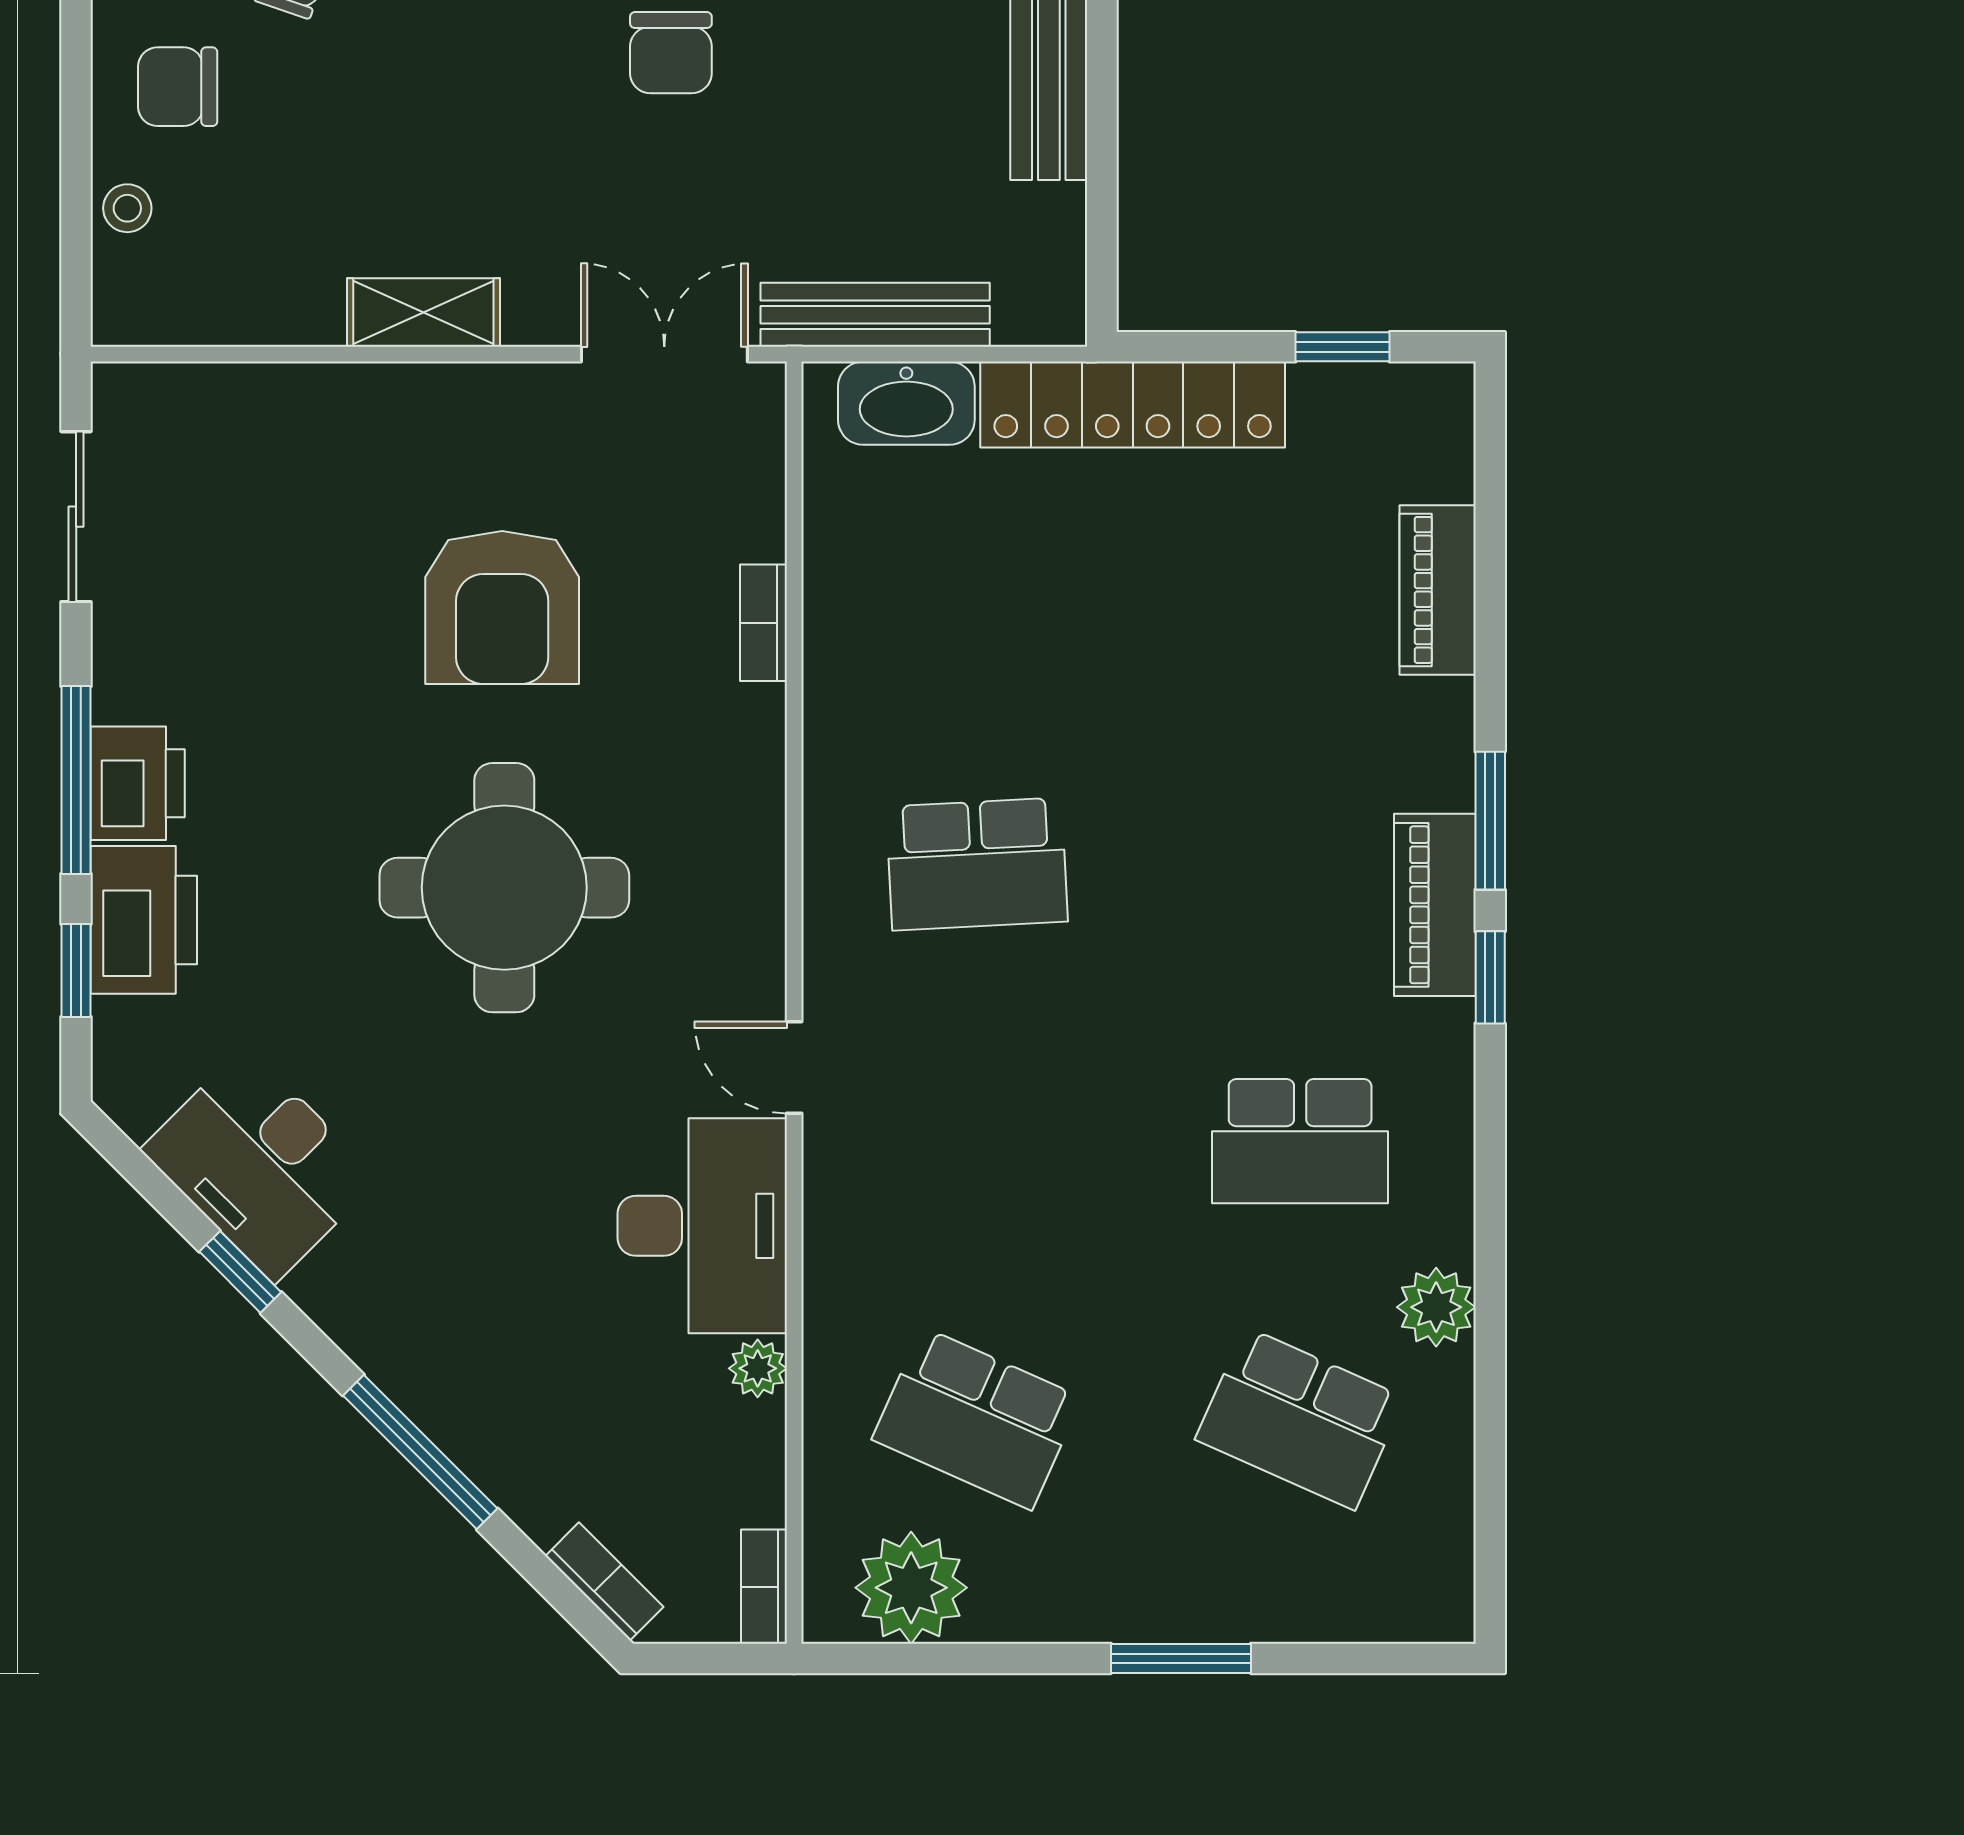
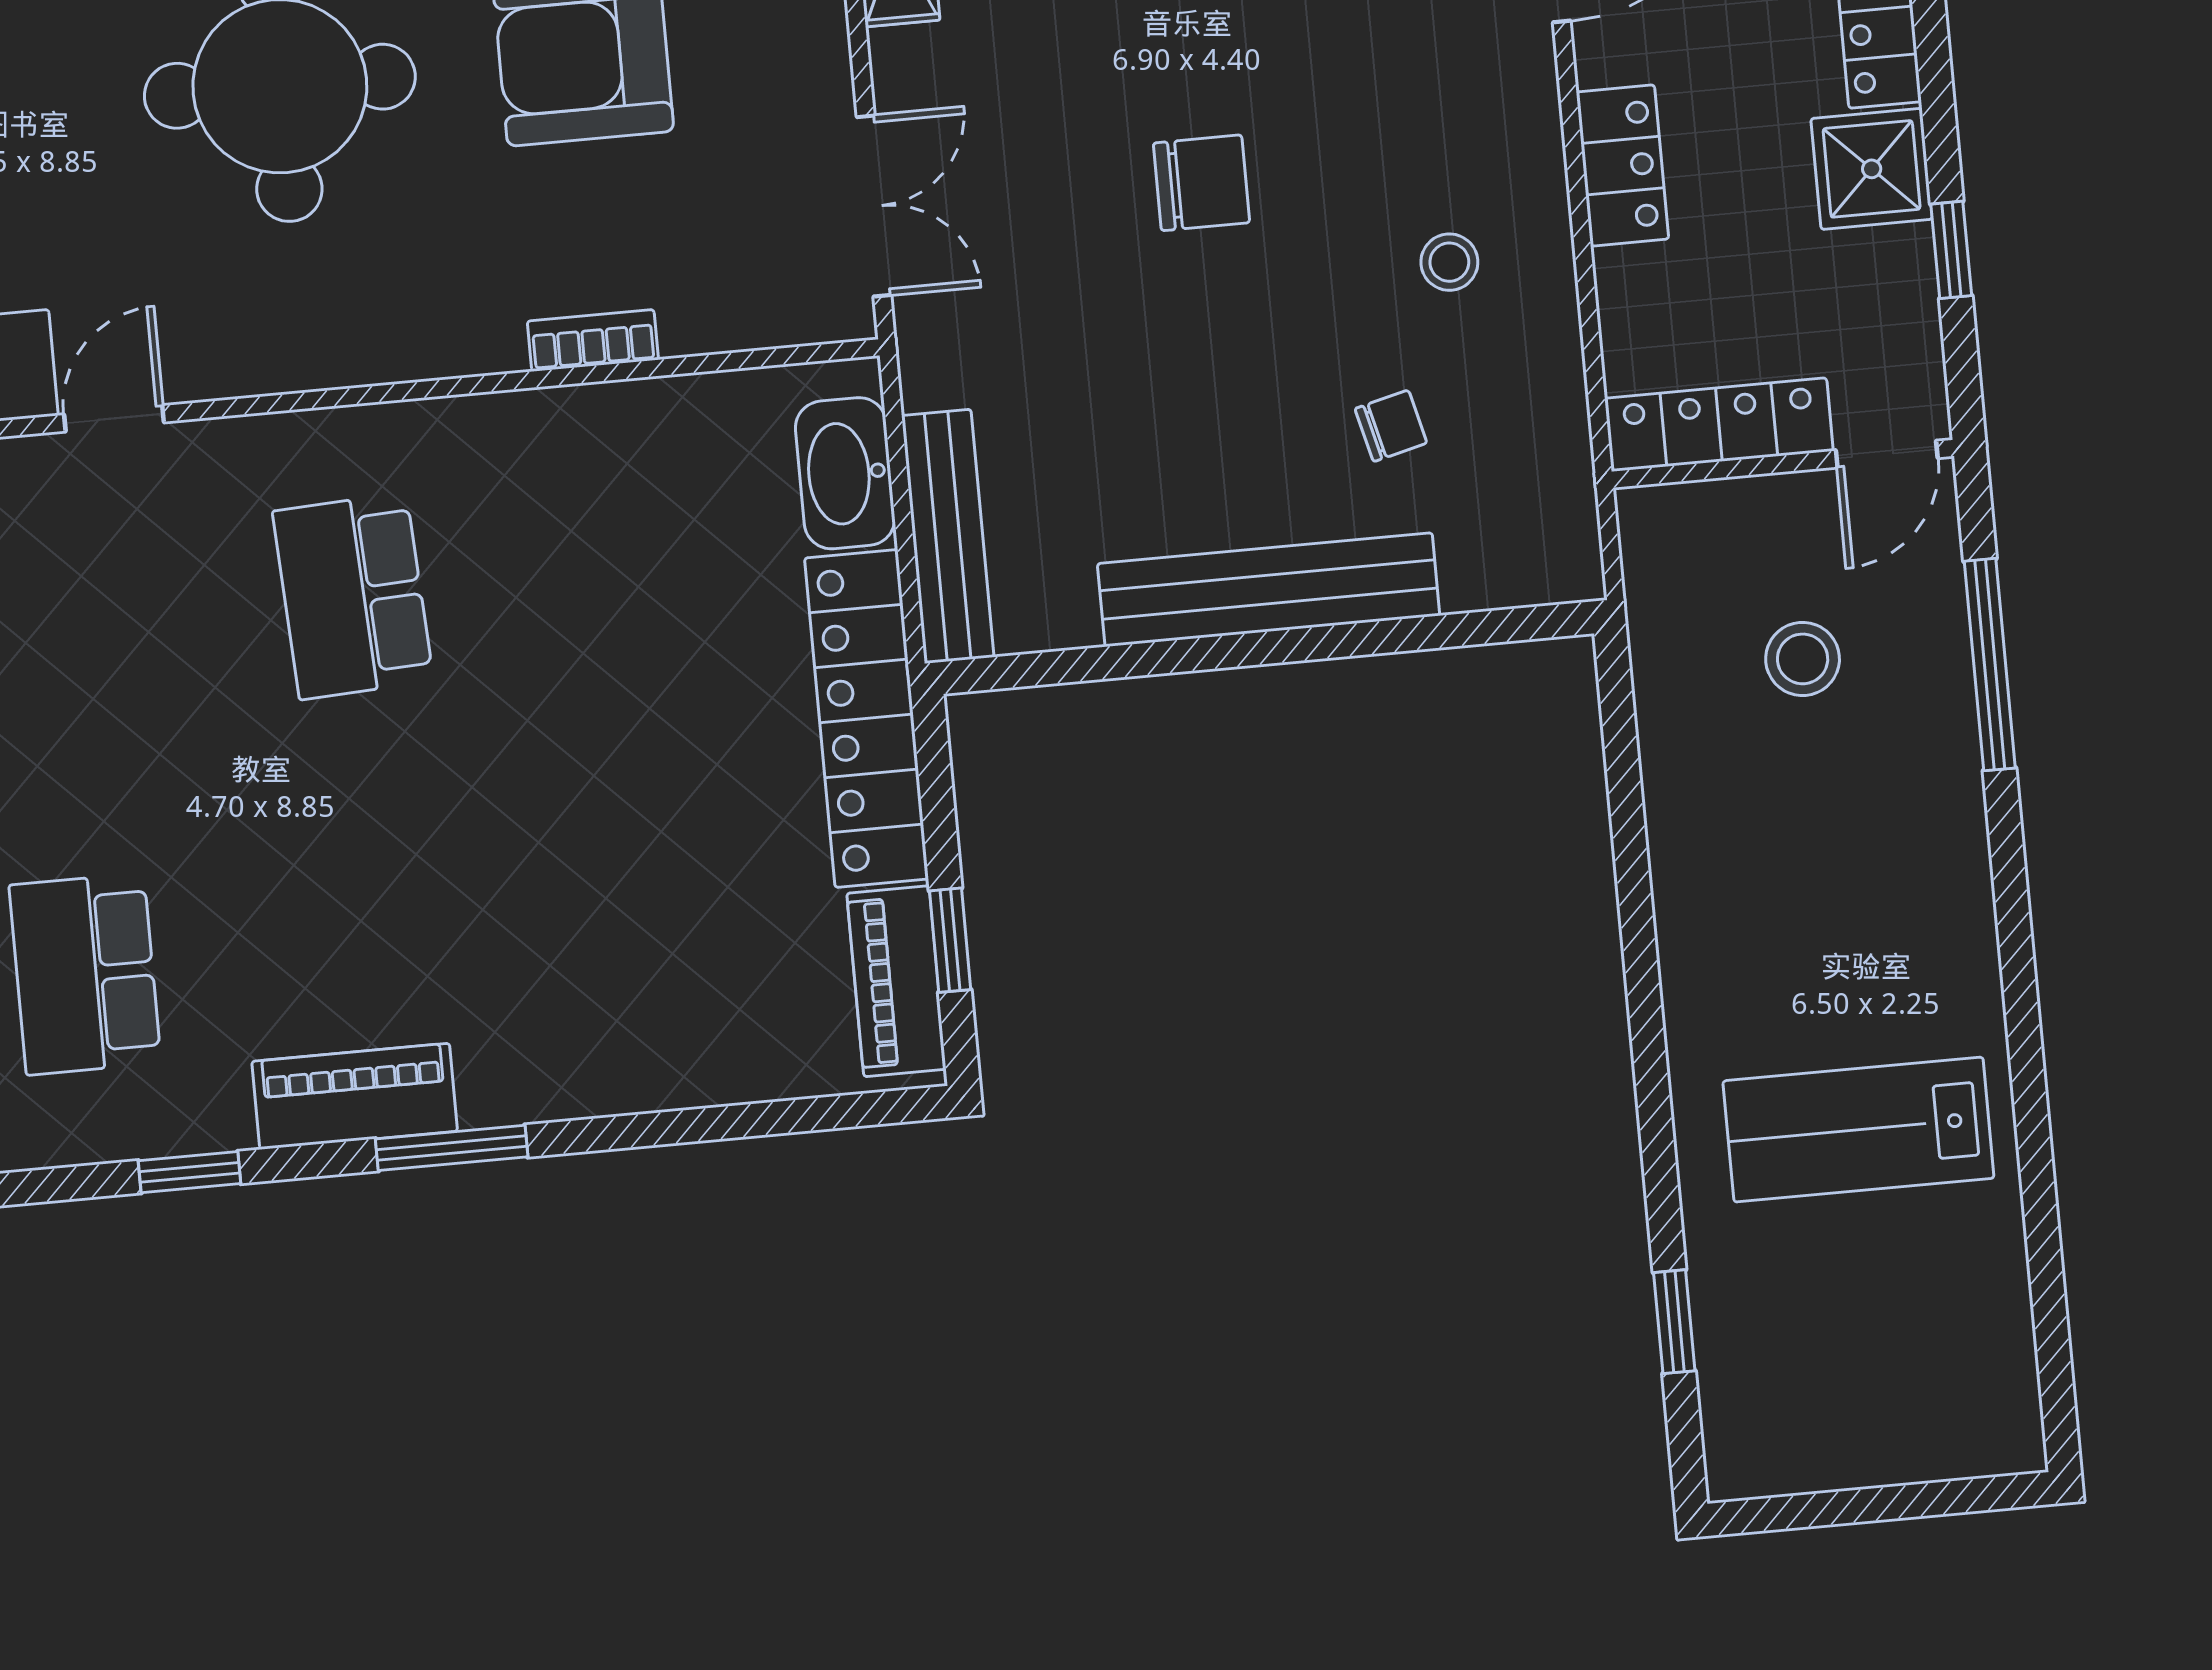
chair: (671, 53) -> (1201, 183), turned 180
bench: (875, 315) -> (948, 536), moved
piano: (1438, 590) -> (896, 981), moved, turned -90
window: (1490, 977) -> (189, 1172), moved

